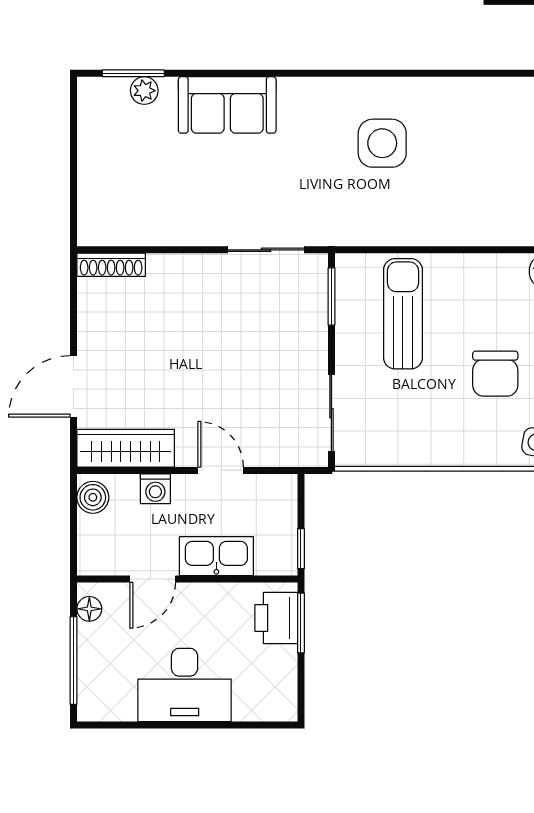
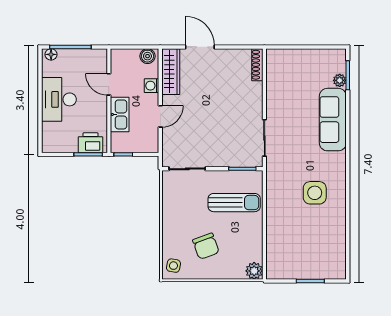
sofa: (227, 105) -> (333, 120), width x1.36
chair: (495, 374) -> (206, 246), turned -110
floor lamp: (89, 609) -> (51, 54), moved

